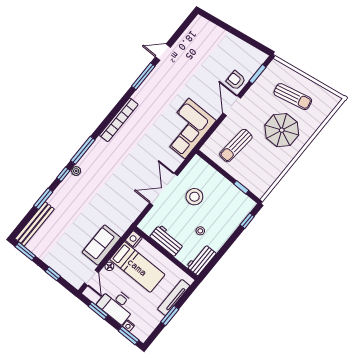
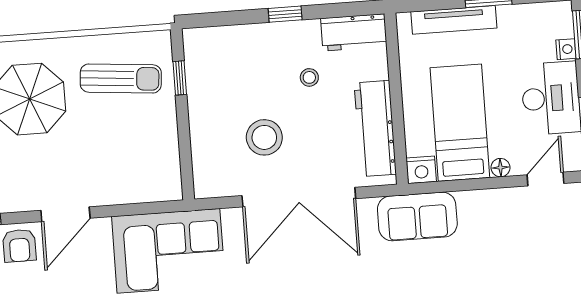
sun lounger: (236, 146) -> (121, 78), moved
double door: (163, 189) -> (299, 197), width x1.36
window: (247, 221) -> (285, 14), moved
workbench: (167, 240) -> (375, 129), width x1.38
sofa: (101, 245) -> (417, 217), moved

